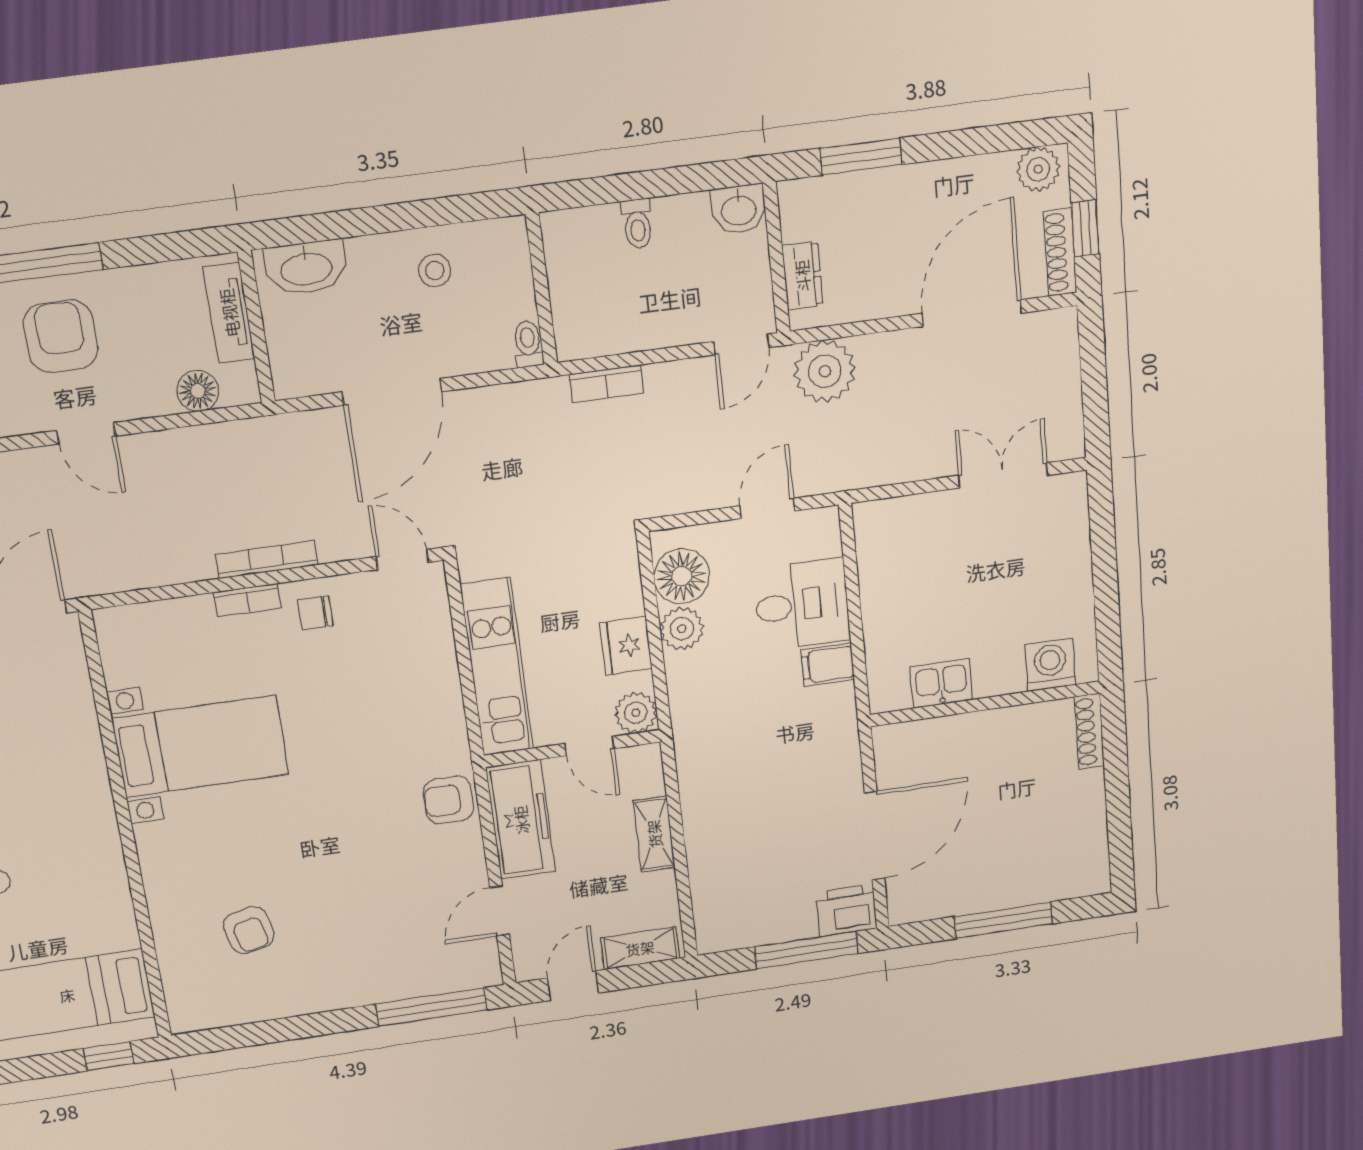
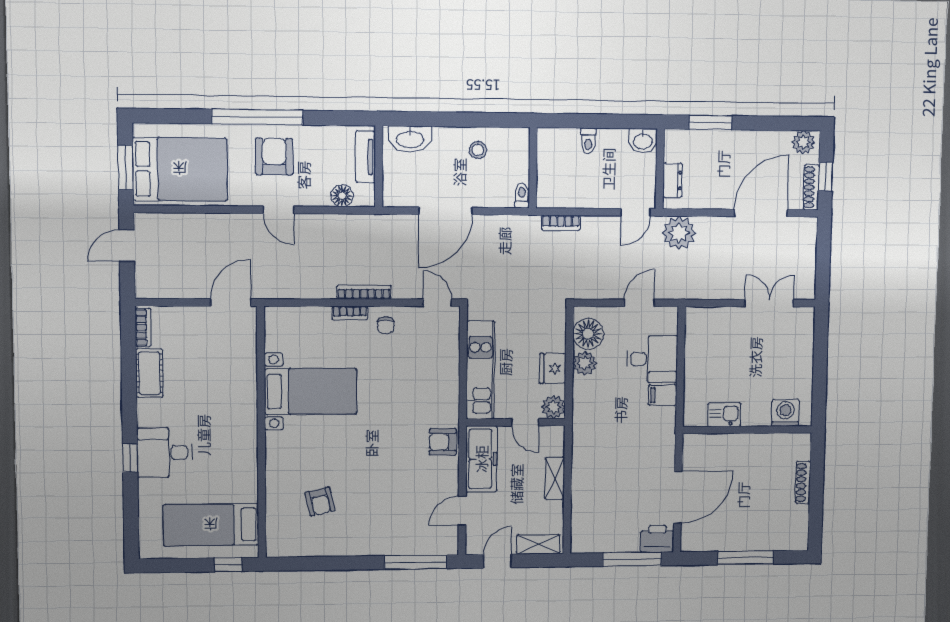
chair: (315, 613) -> (386, 325), turned -90
shoe rack: (1089, 731) -> (803, 482), moved

